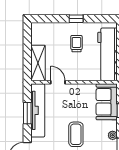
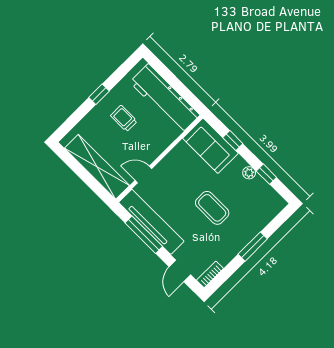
shelving: (38, 63) -> (97, 167), width x1.47
window: (27, 113) -> (144, 235), width x1.44

